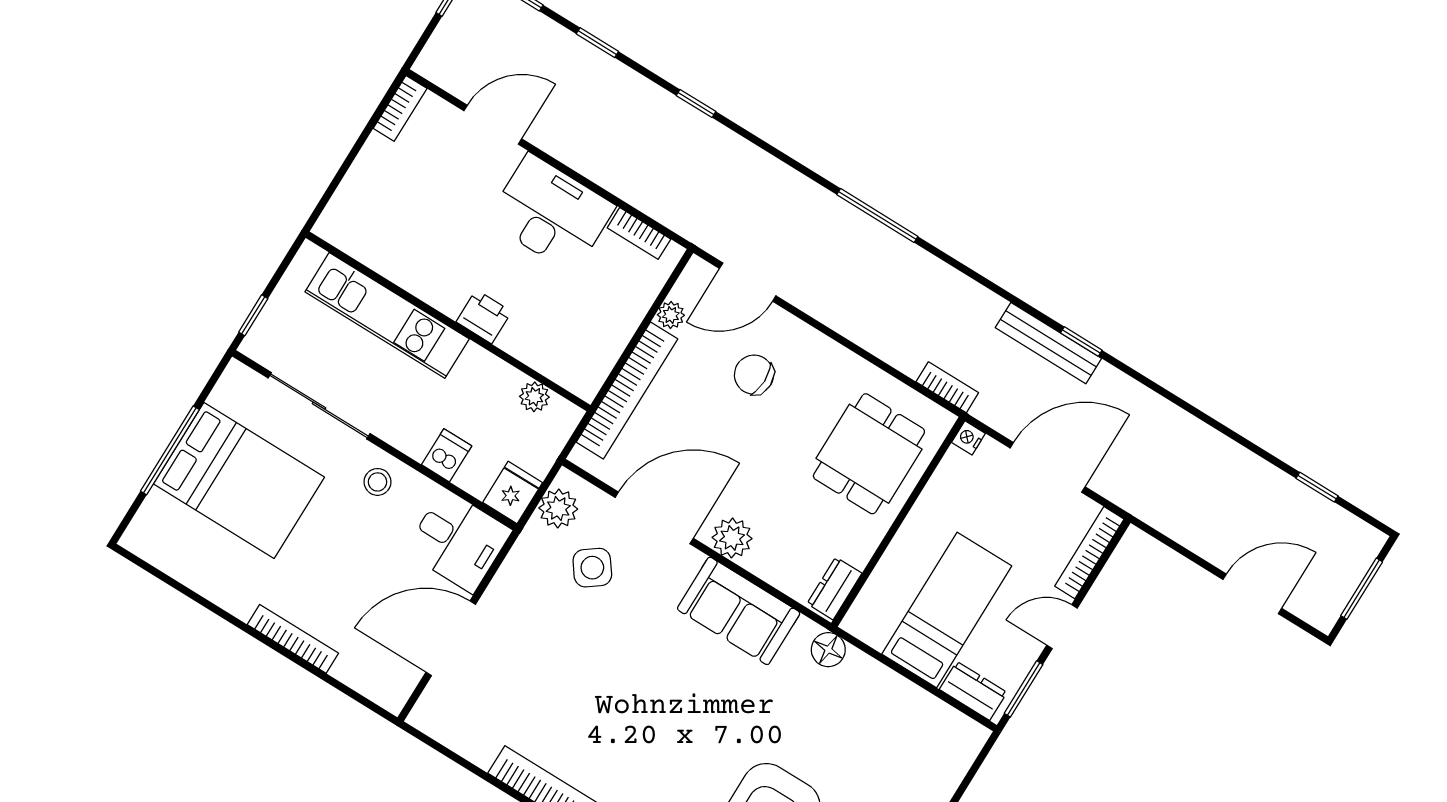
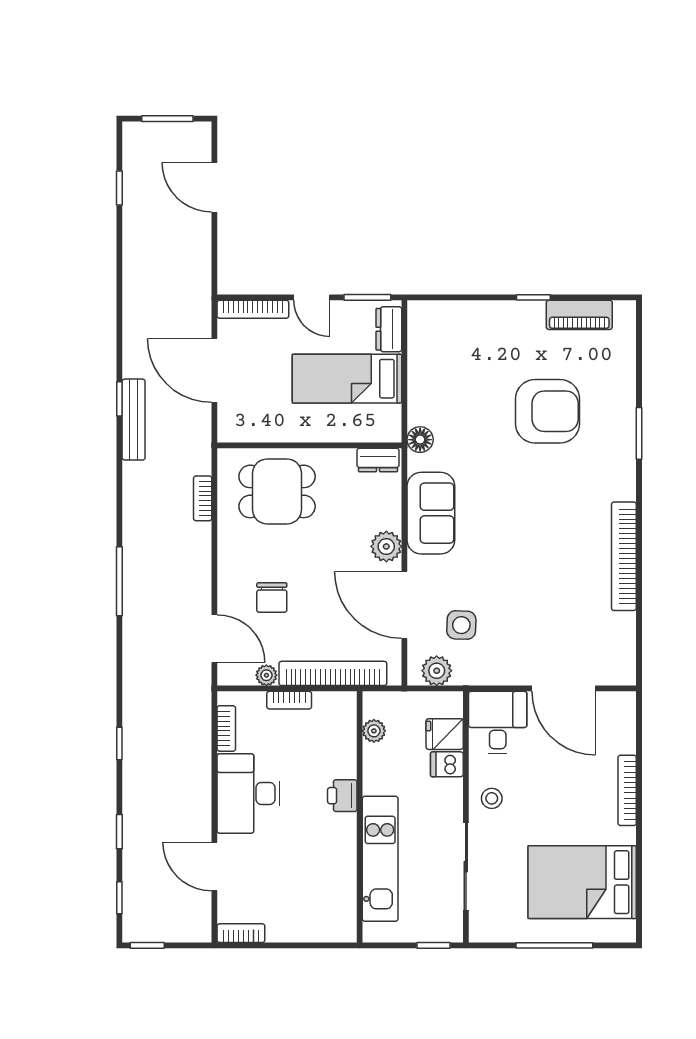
bookcase: (627, 323) -> (289, 700), added
bookcase: (947, 387) -> (203, 498), moved
nightstand: (968, 438) -> (227, 433), removed
bed: (239, 480) -> (582, 882), moved, turned -90
fridge: (513, 493) -> (445, 734), moved
side table: (592, 568) -> (461, 625), turned 38

